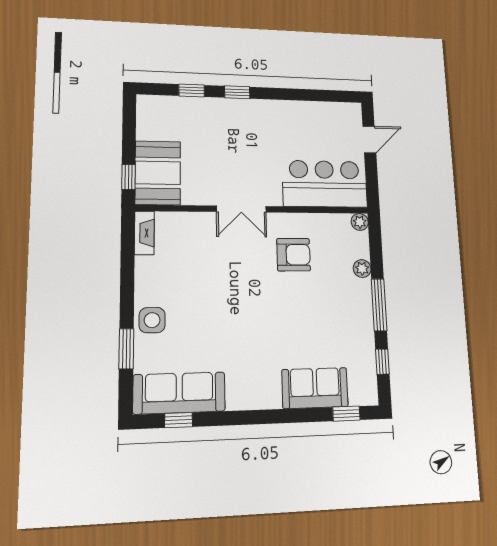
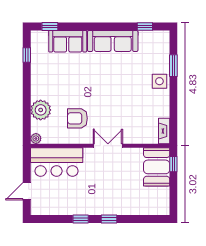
window: (192, 90) -> (81, 219), moved
plant: (362, 269) -> (41, 110), width x1.88, depth x1.88
window: (379, 305) -> (27, 88), removed
sofa: (179, 393) -> (113, 41), moved

